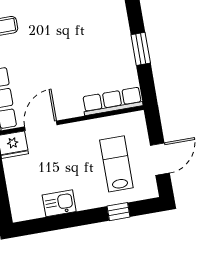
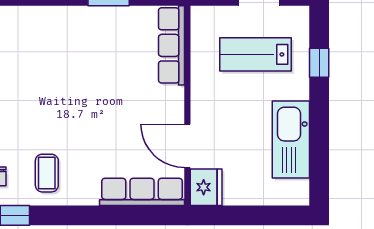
kitchen sink: (59, 203) -> (291, 139), width x1.87, depth x1.24

